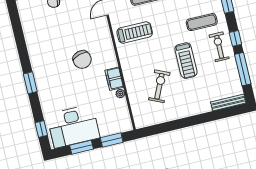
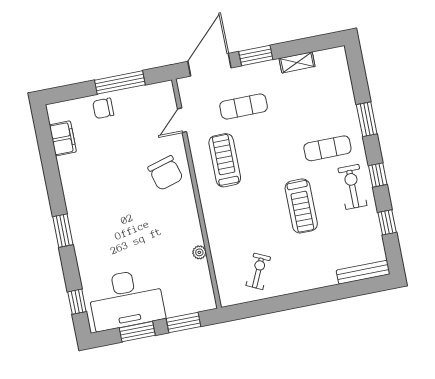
treadmill: (135, 33) -> (225, 160), turned -90
chair: (82, 59) -> (165, 173), moved
window: (243, 69) -> (387, 222), width x0.46
filing cabinet: (114, 79) -> (63, 138), moved, turned 180
exercise bike: (159, 86) -> (258, 271), moved, width x0.73, depth x0.72

